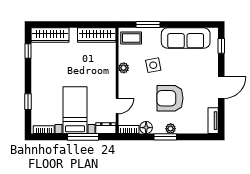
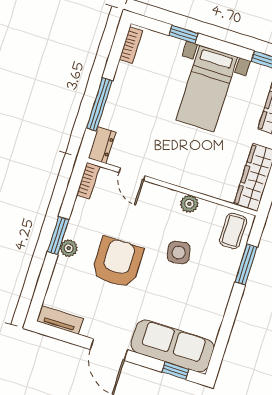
sofa: (186, 38) -> (172, 346), moved, turned 90
bed with nightstands: (75, 110) -> (207, 89), moved, turned 90
floor lamp: (146, 128) -> (83, 210), removed

